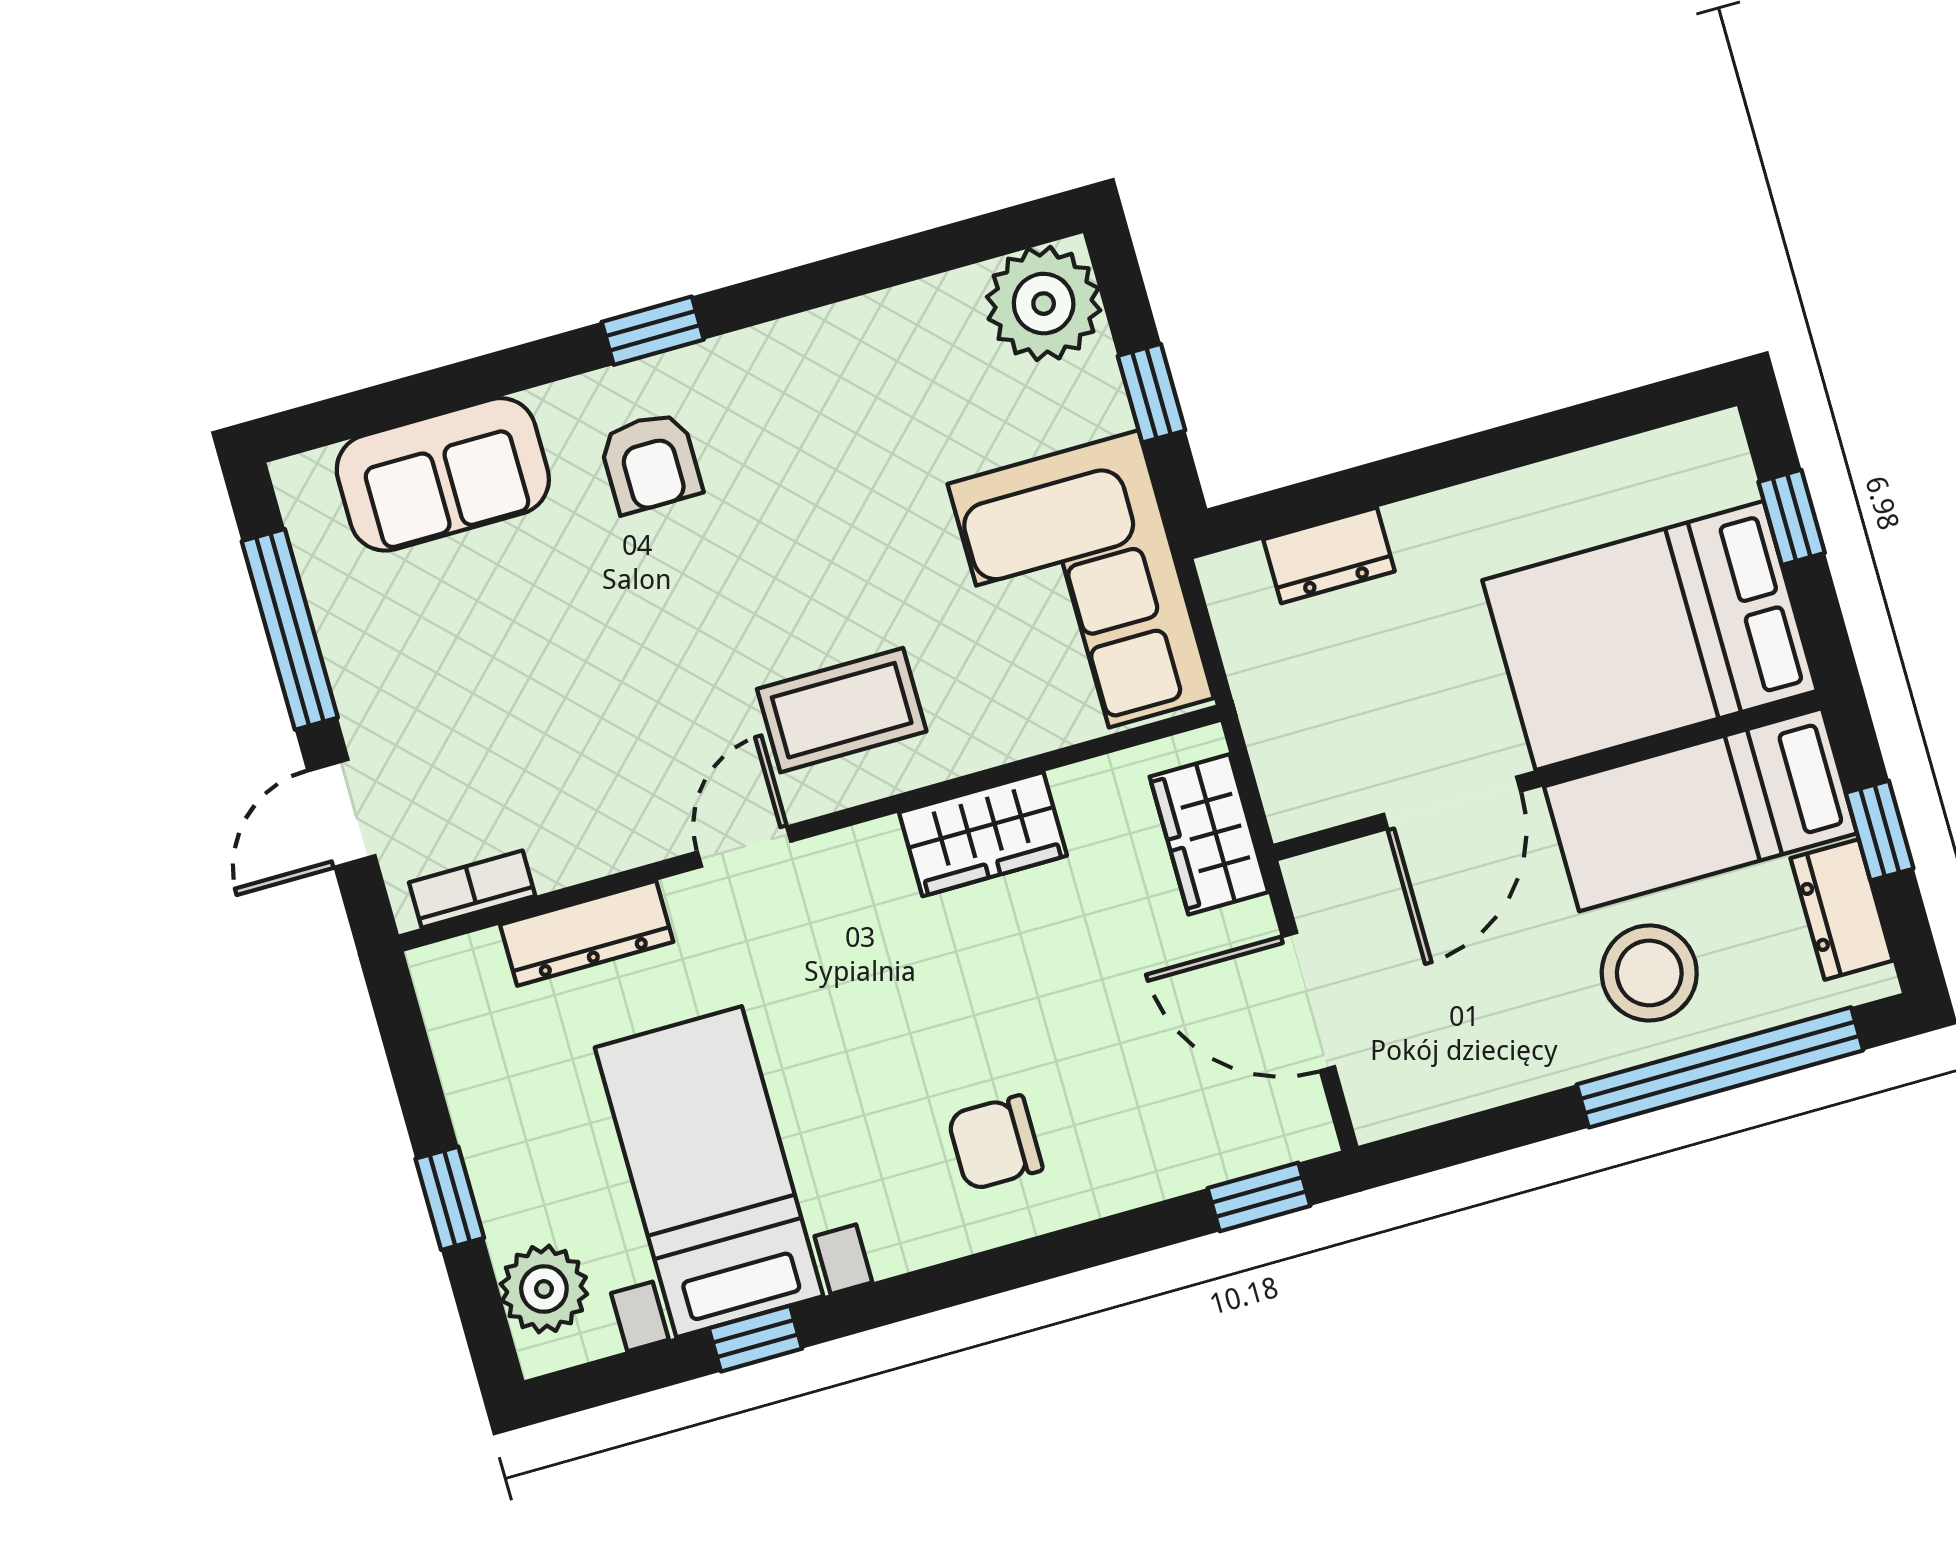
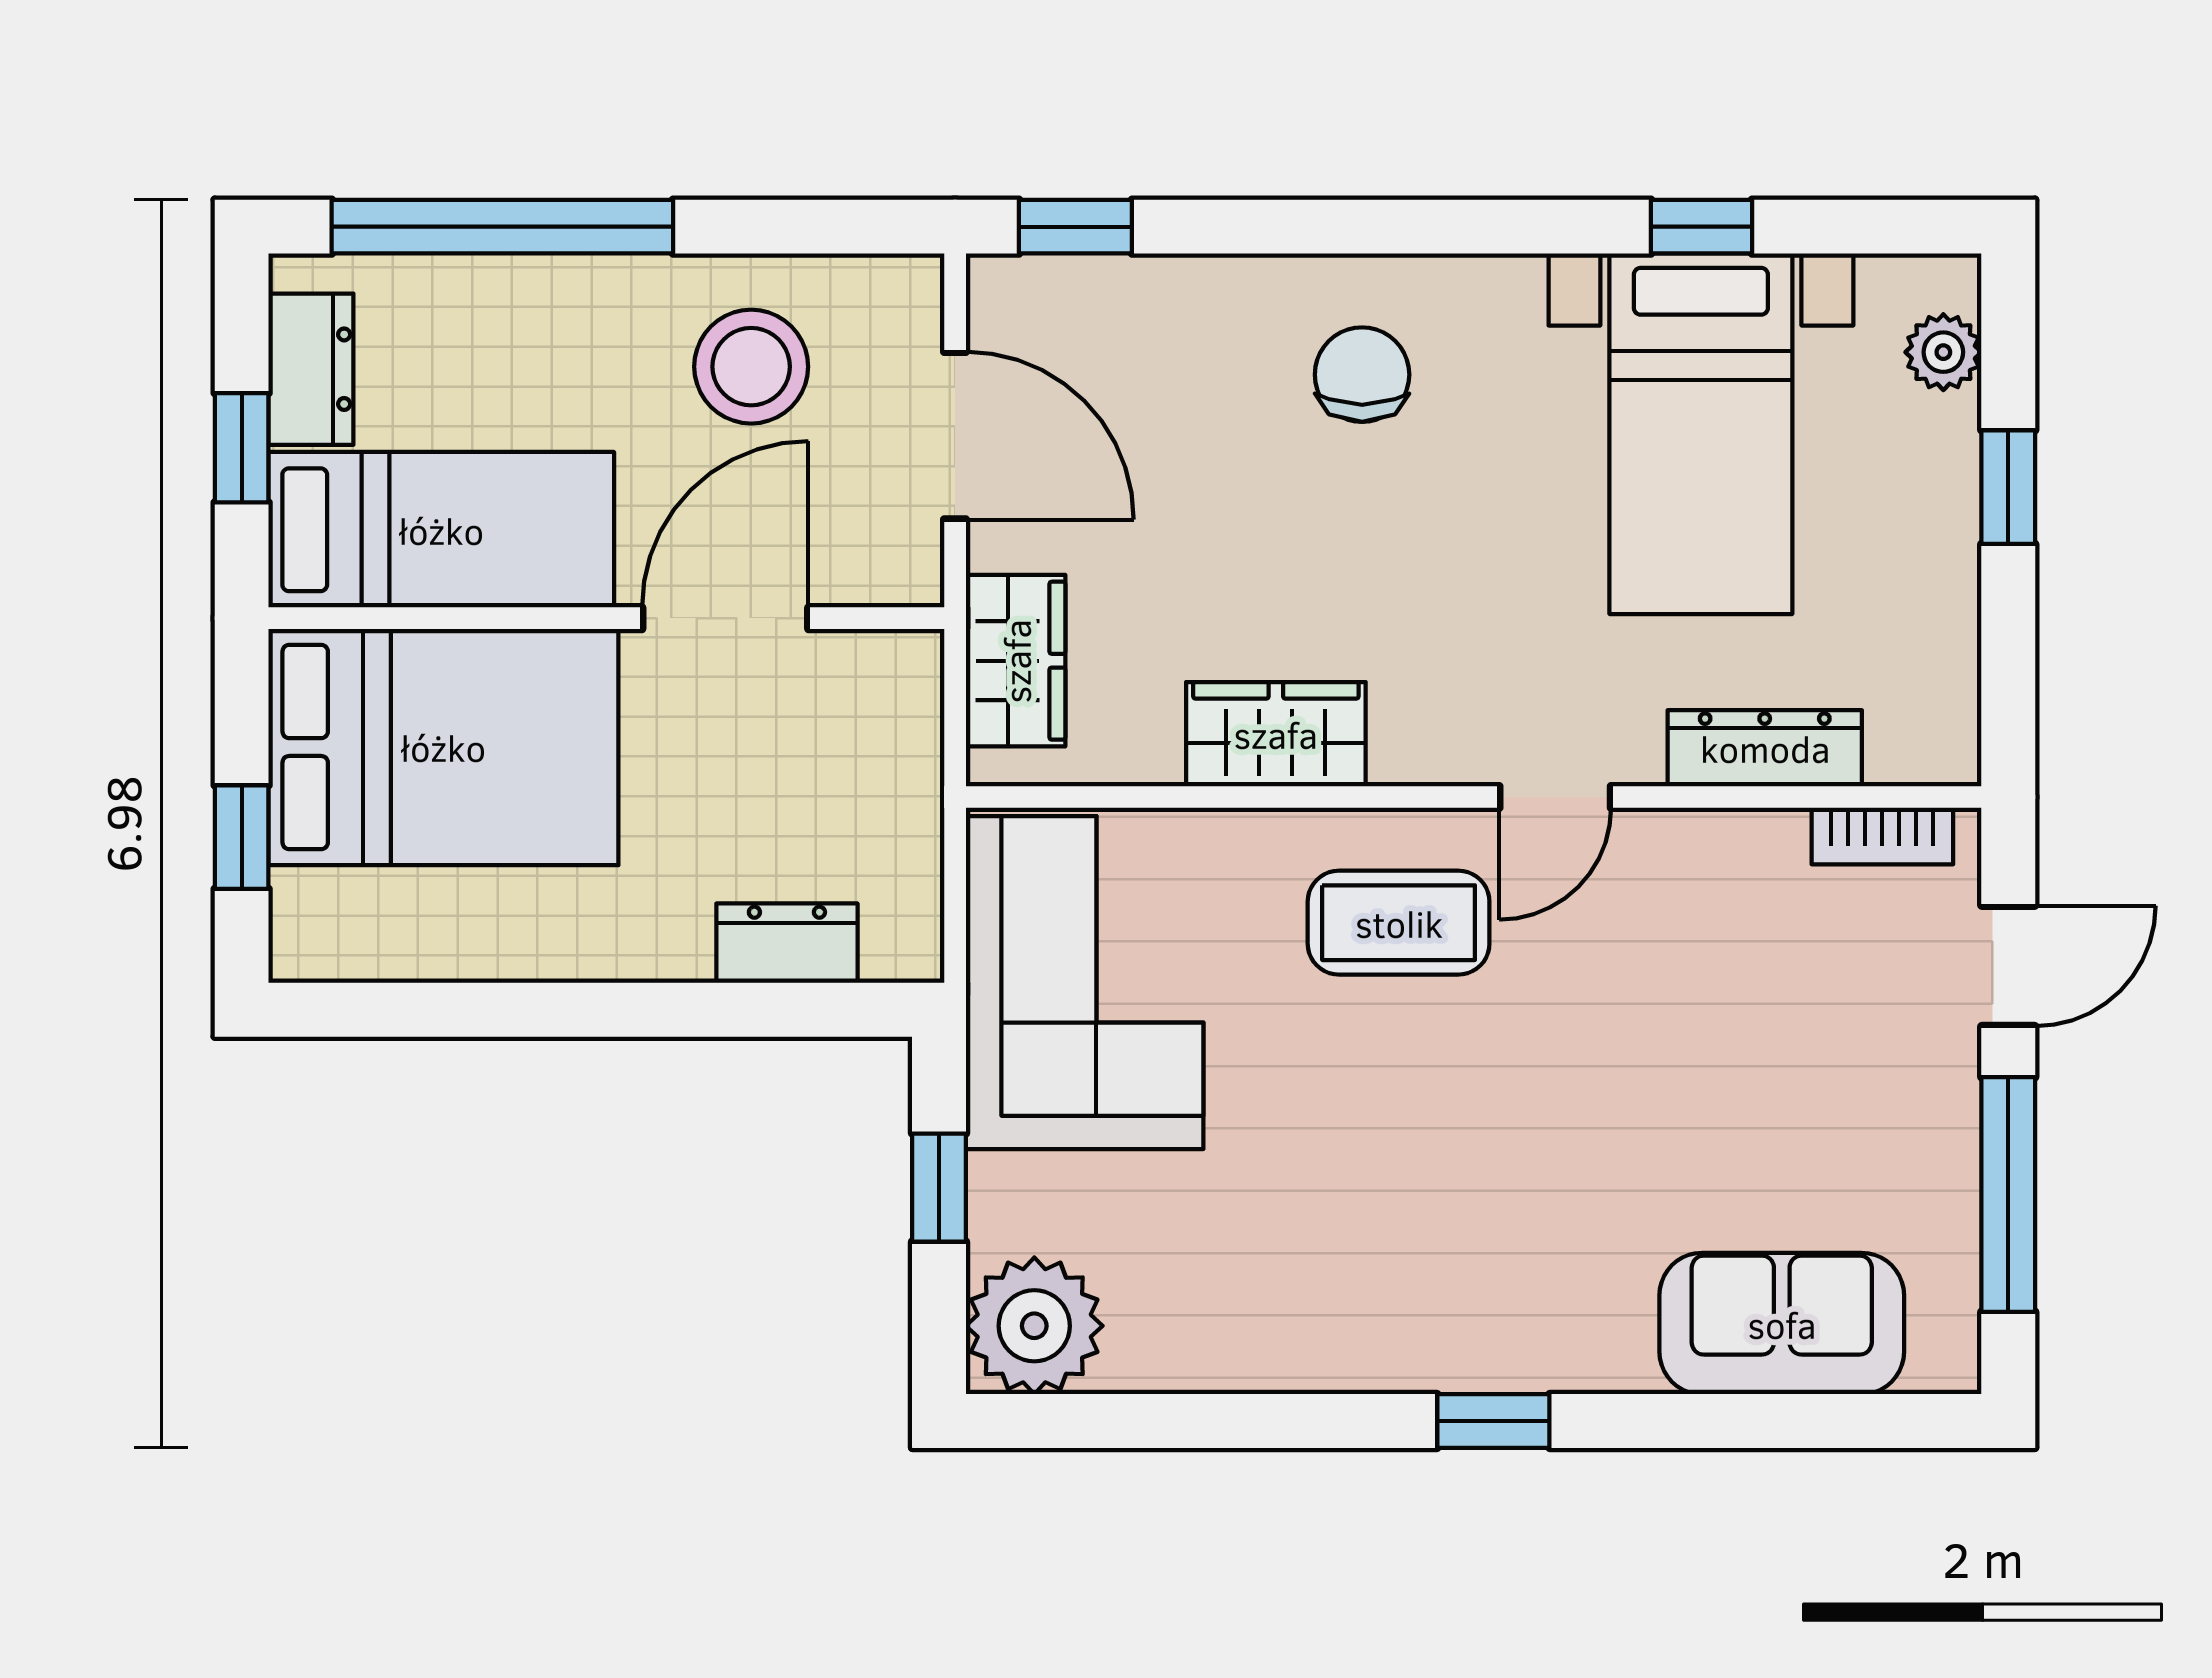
armchair: (650, 462) -> (1539, 1270), removed
stool: (1649, 973) -> (751, 367), moved
chair: (995, 1143) -> (1362, 375), turned -90
plant: (544, 1289) -> (1943, 352), width x0.73, depth x0.73

